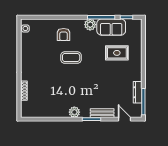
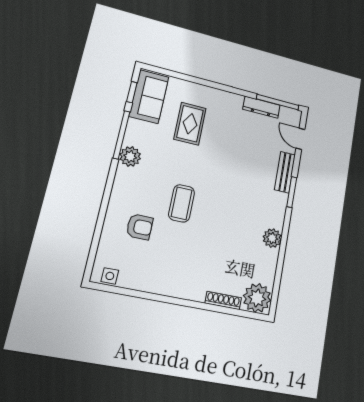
sofa: (111, 27) -> (149, 97), moved
armchair: (64, 35) -> (140, 227), moved
plant: (29, 109) -> (257, 298), added
plant: (74, 112) -> (272, 238), moved
door: (124, 119) -> (300, 139), hinge flipped

